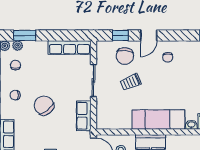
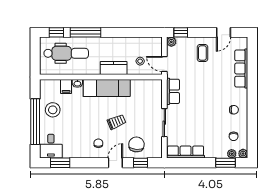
trolley: (131, 82) -> (117, 122), moved
chair: (44, 105) -> (208, 100), removed

